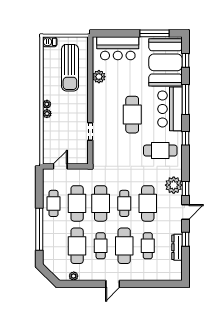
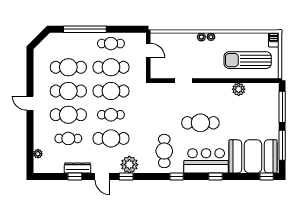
window: (116, 33) -> (282, 107), added
bar counter: (118, 48) -> (267, 108), removed
window: (186, 60) -> (267, 177), moved
window: (186, 100) -> (216, 177), width x0.46
cafe table: (101, 246) -> (68, 91), width x1.37, depth x1.35
dresser: (177, 247) -> (78, 168), moved
plant: (74, 276) -> (38, 154), moved

